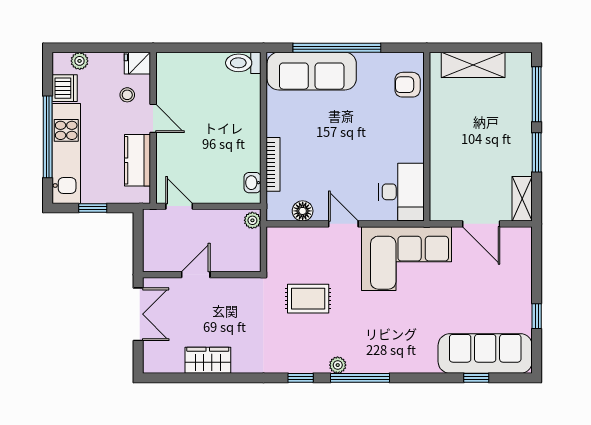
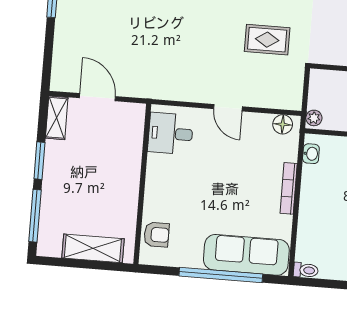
toilet: (243, 63) -> (306, 270), width x0.73, depth x0.72
bookcase: (273, 164) -> (289, 188), moved
desk: (401, 192) -> (171, 134), width x0.73
floor lamp: (303, 211) -> (283, 124), moved
corner sofa: (407, 259) -> (171, 70), removed

